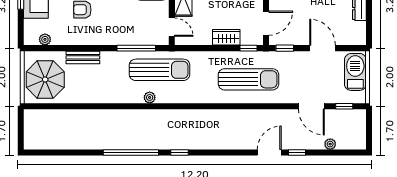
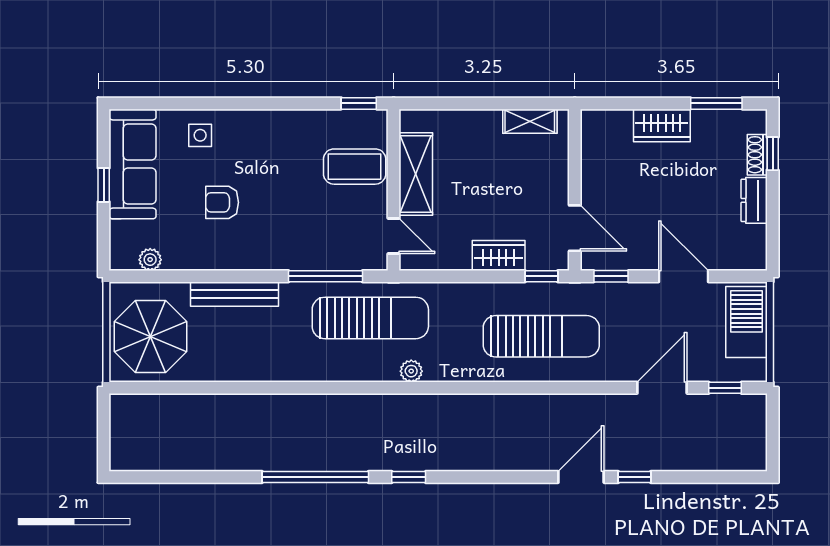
door: (266, 23) -> (575, 228), hinge flipped
bench: (83, 57) -> (235, 294), width x1.36
plant: (150, 97) -> (411, 371), moved
door: (311, 106) -> (662, 388), swing flipped
plant: (330, 144) -> (698, 461), removed

